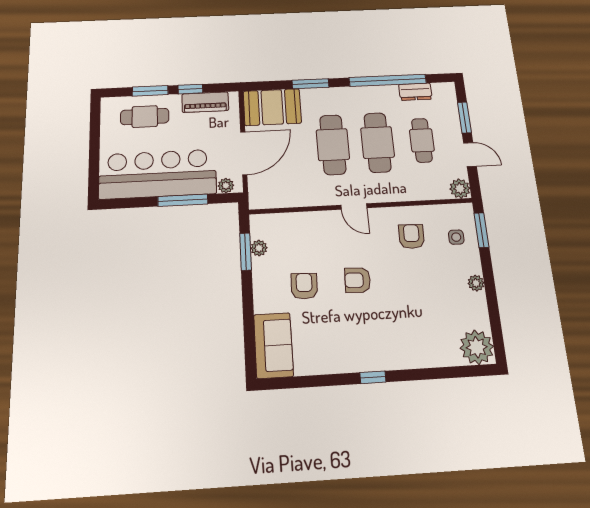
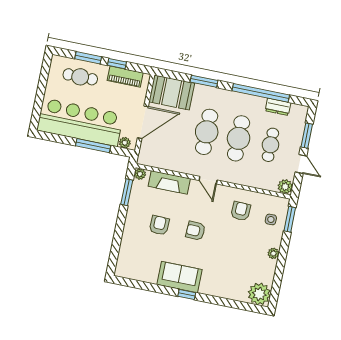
fireplace: (302, 223) -> (169, 182), added
plant: (259, 248) -> (140, 174), moved
sofa: (273, 345) -> (179, 277), moved, turned -90

